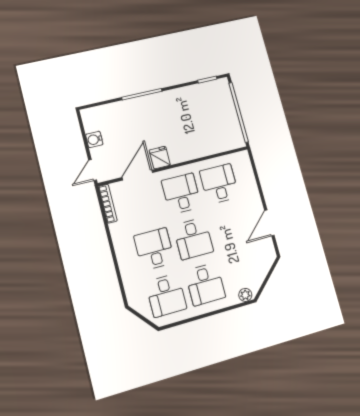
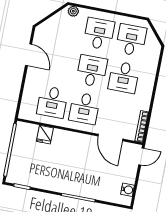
water cooler: (94, 139) -> (128, 190), moved
fridge: (160, 158) -> (45, 135), moved
door: (137, 175) -> (110, 138), hinge flipped
door: (269, 223) -> (29, 55), hinge flipped

